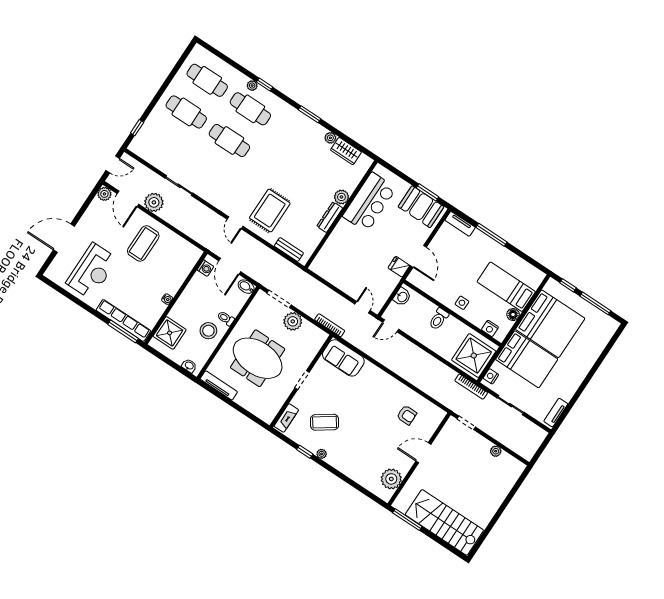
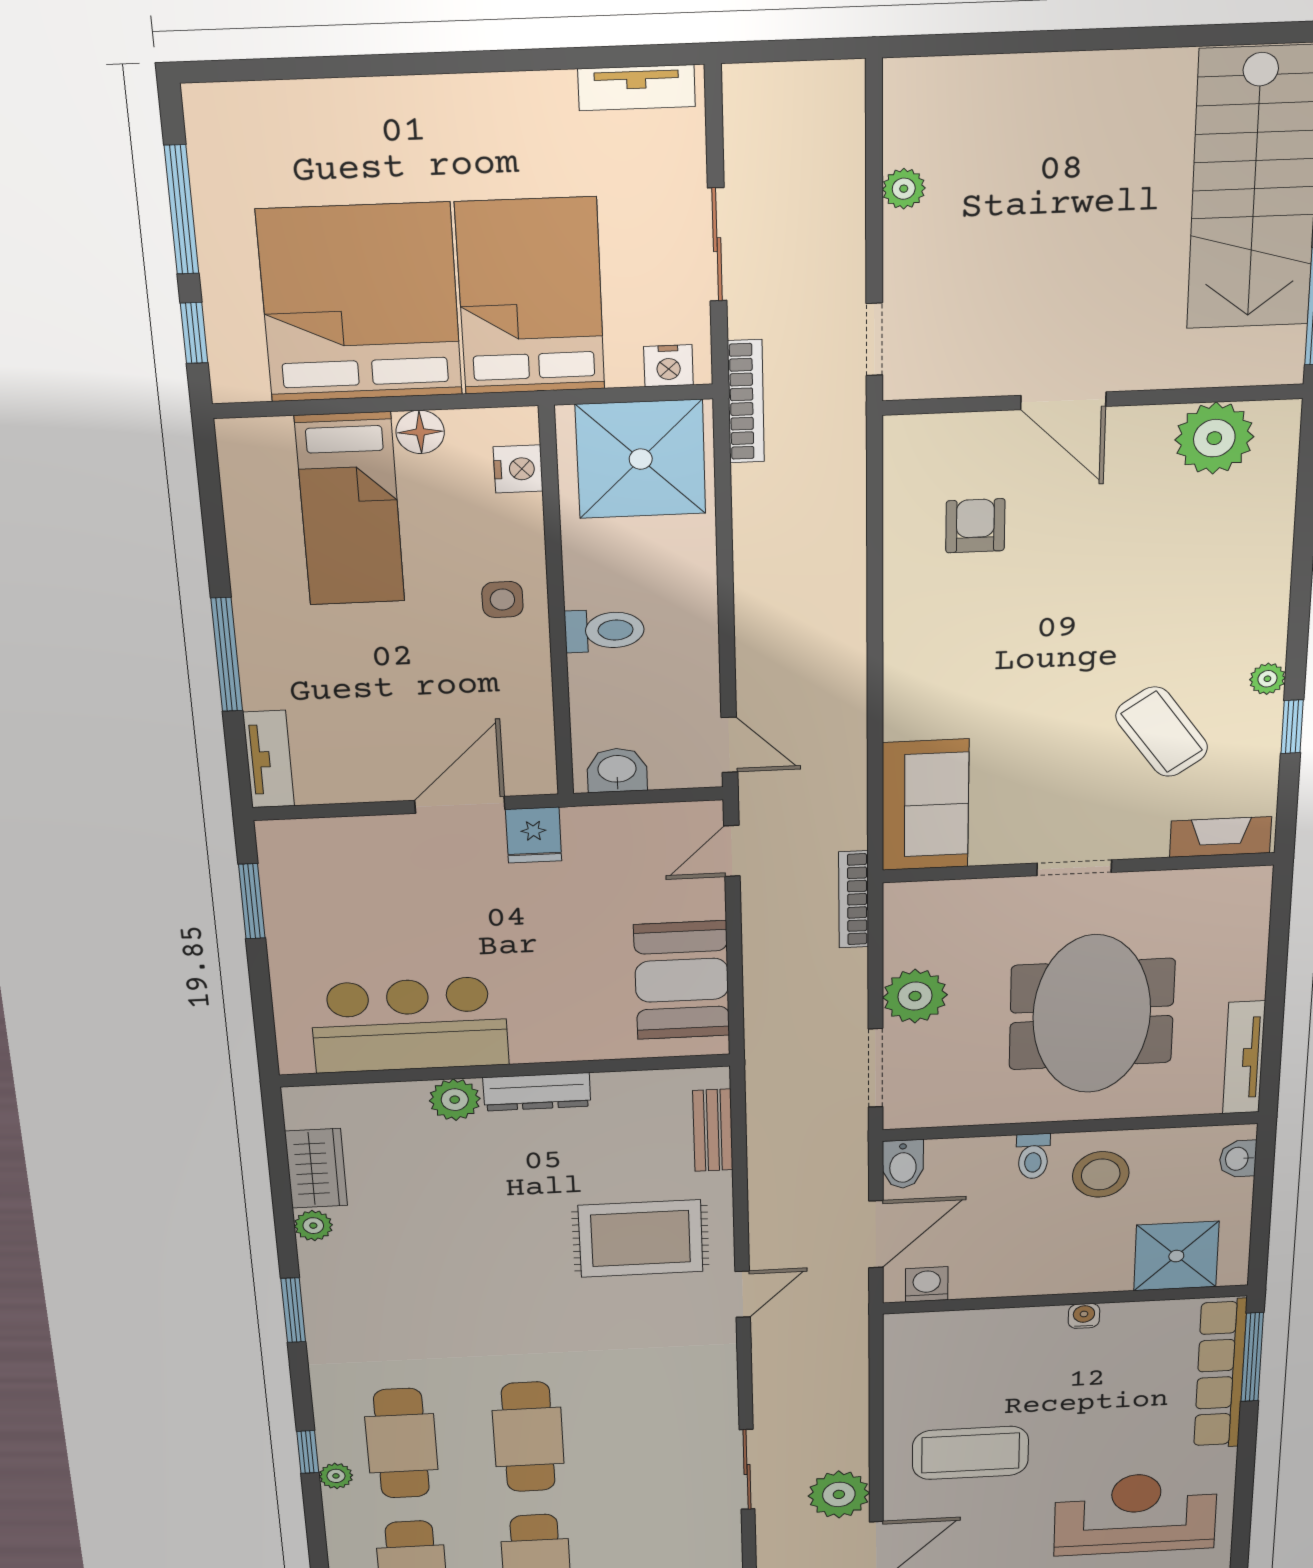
booth: (421, 207) -> (682, 980), moved

